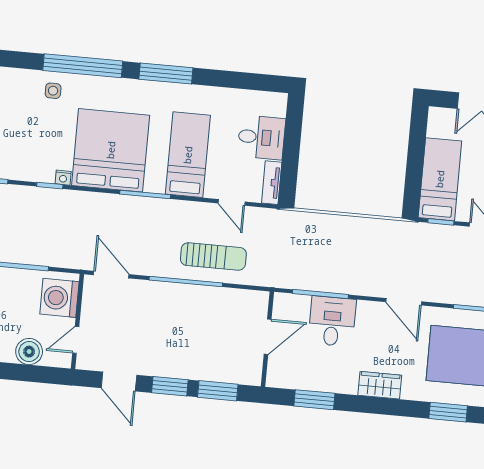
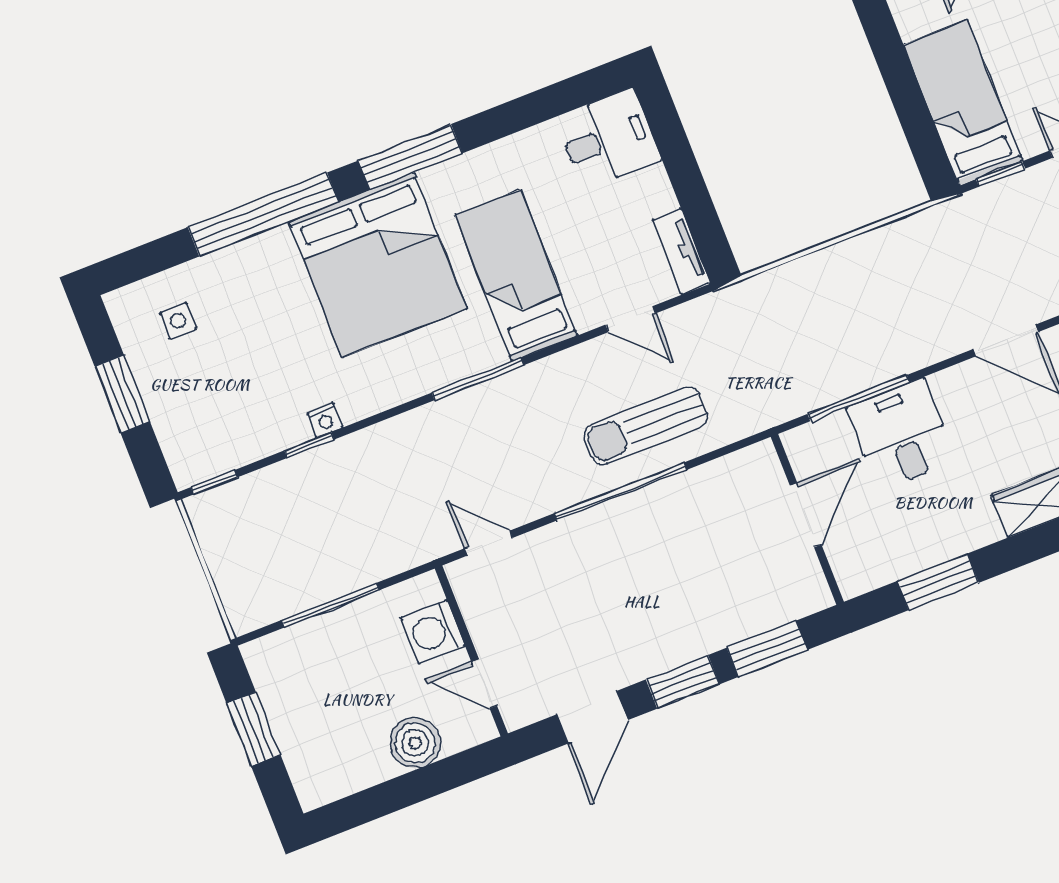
side table: (53, 91) -> (178, 321), moved
desk: (261, 137) -> (608, 139), moved
bed: (111, 150) -> (378, 265), moved, turned 180
sun lounger: (213, 256) -> (646, 426), turned 180
door: (111, 275) -> (489, 543), width x0.73
washing machine: (59, 298) -> (433, 632), width x0.73, depth x0.73
door: (76, 340) -> (484, 684), hinge flipped
door: (119, 382) -> (592, 717), hinge flipped

